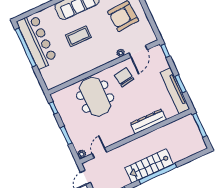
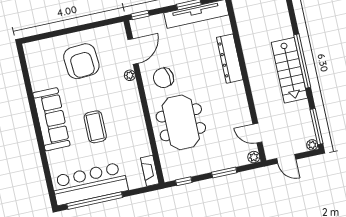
door: (138, 51) -> (133, 51), hinge flipped
fireplace: (56, 82) -> (150, 171), added
meeting table: (95, 97) -> (181, 122), turned 90

